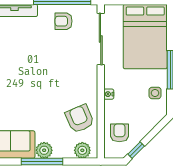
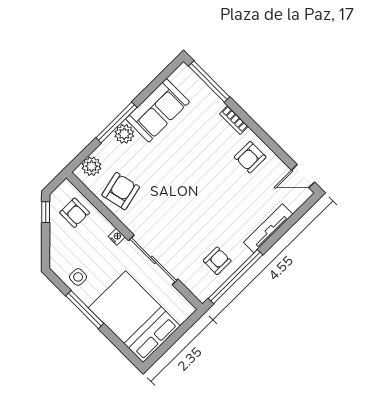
sliding door: (101, 39) -> (153, 260), moved
armchair: (80, 119) -> (121, 191), turned -80

